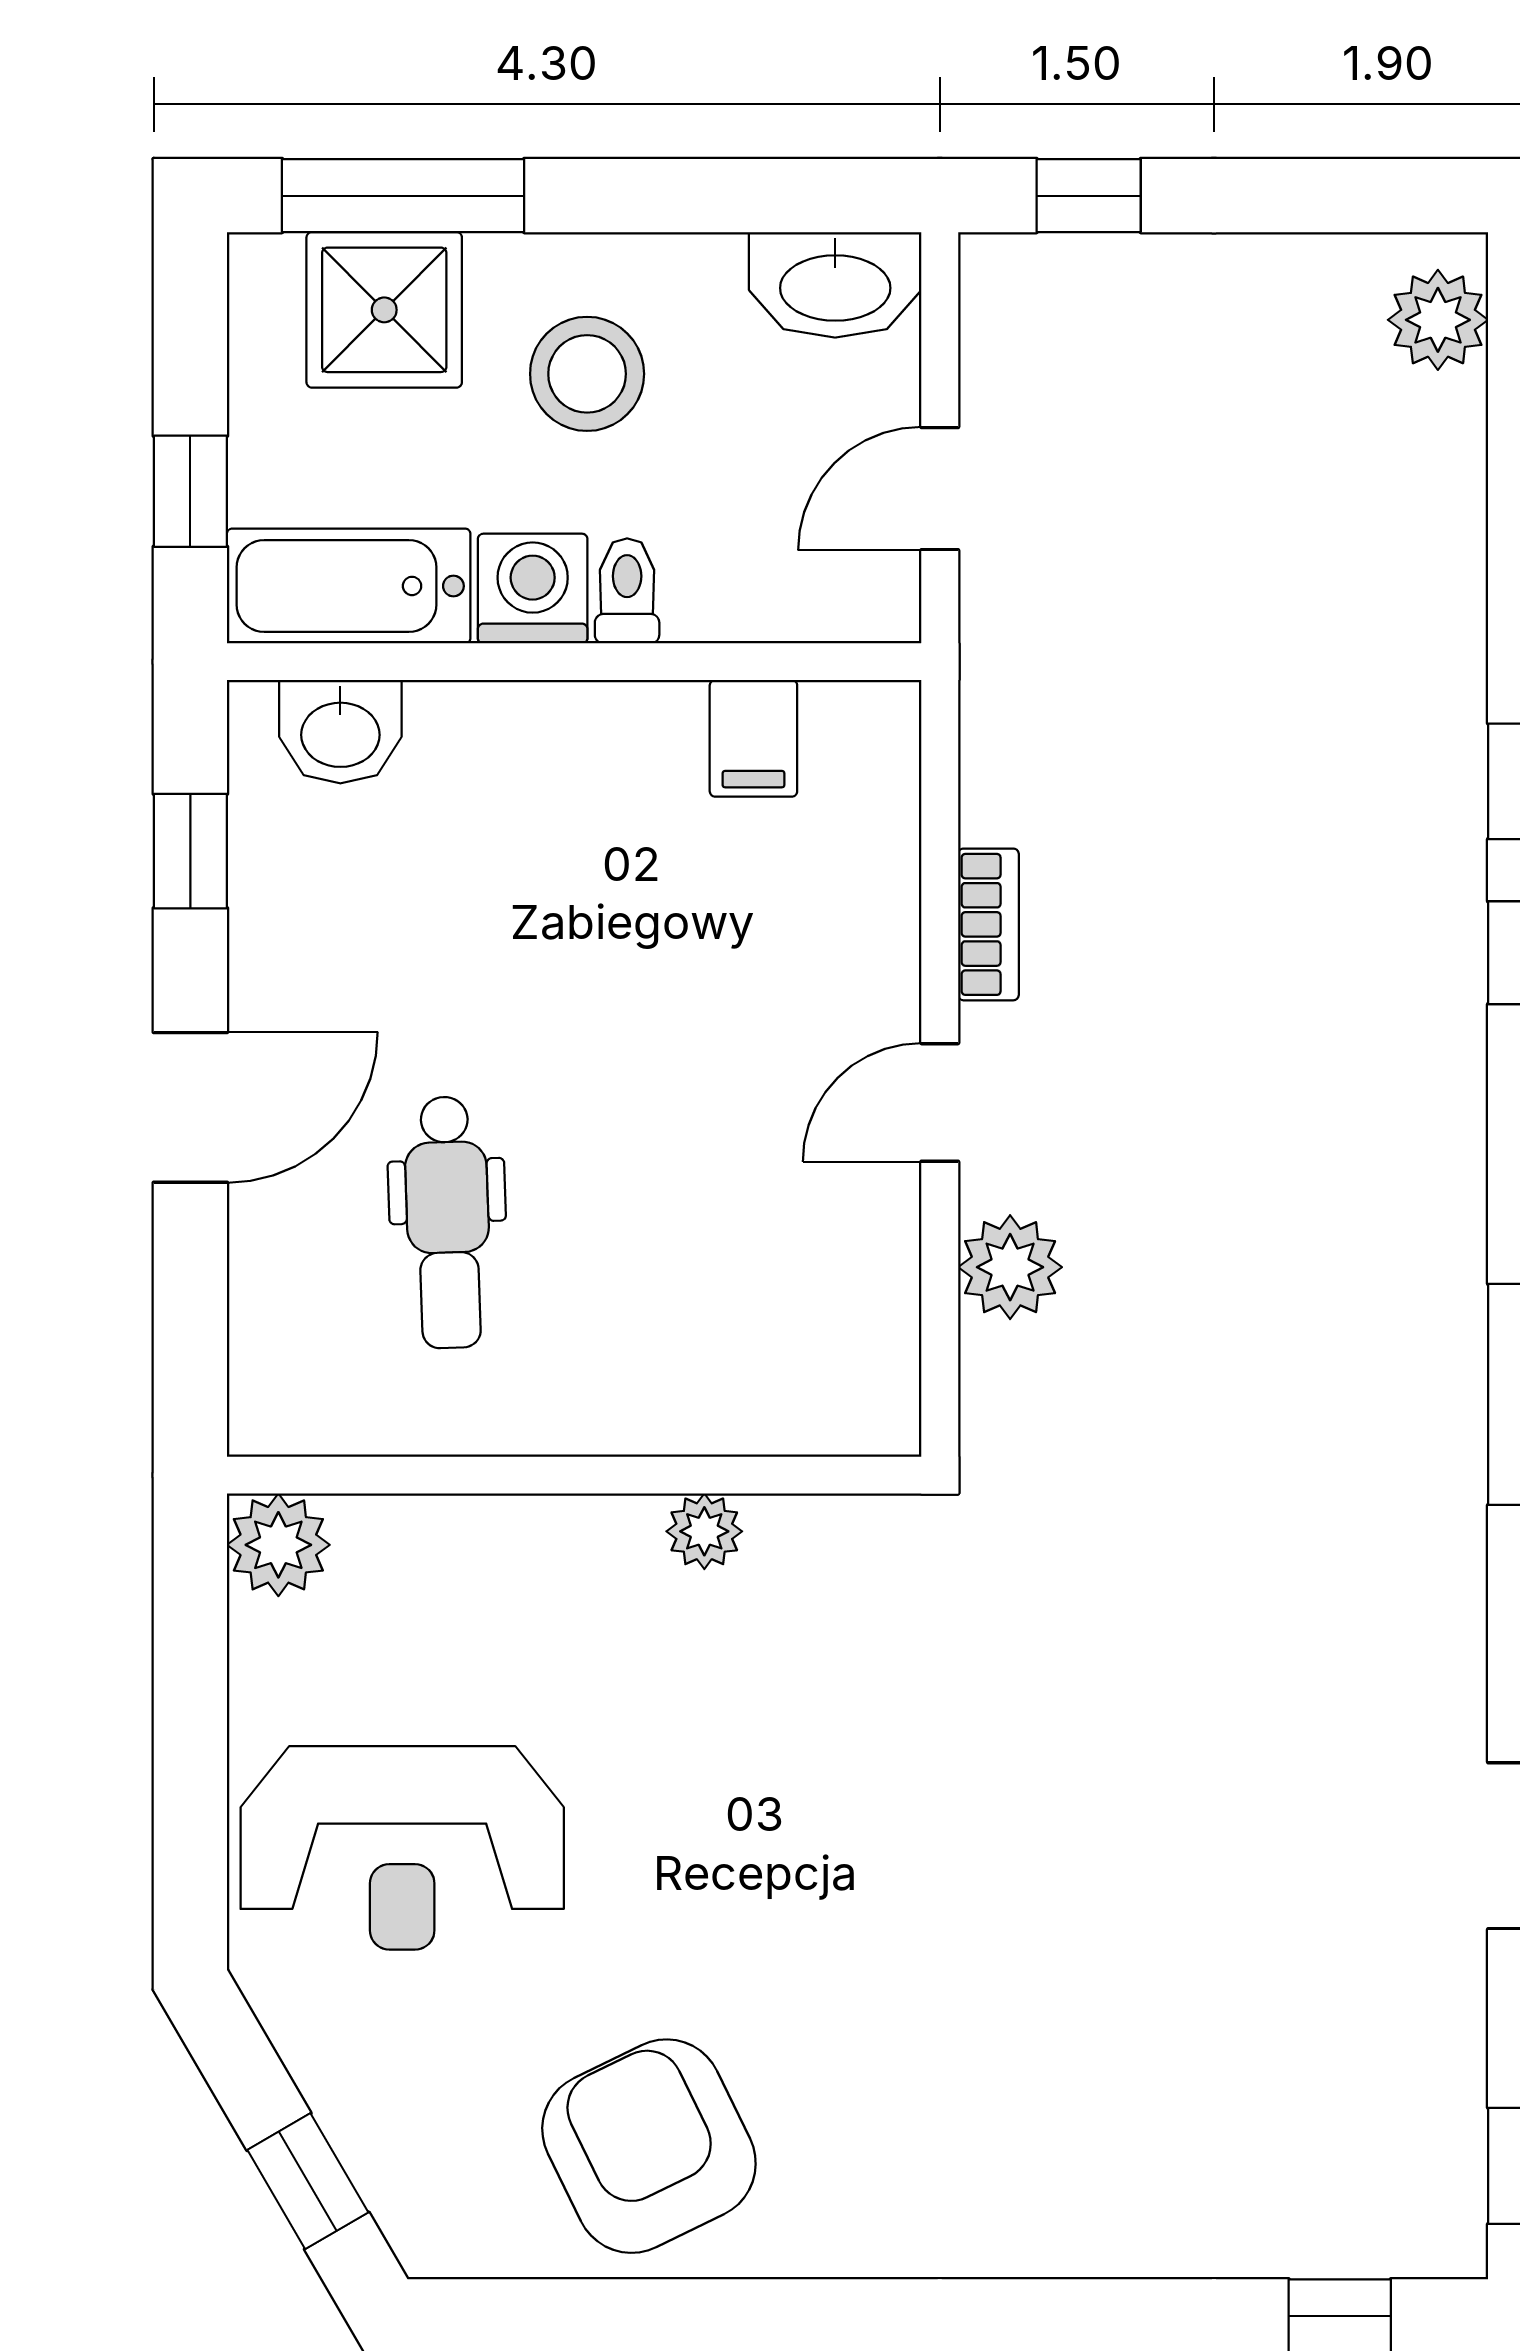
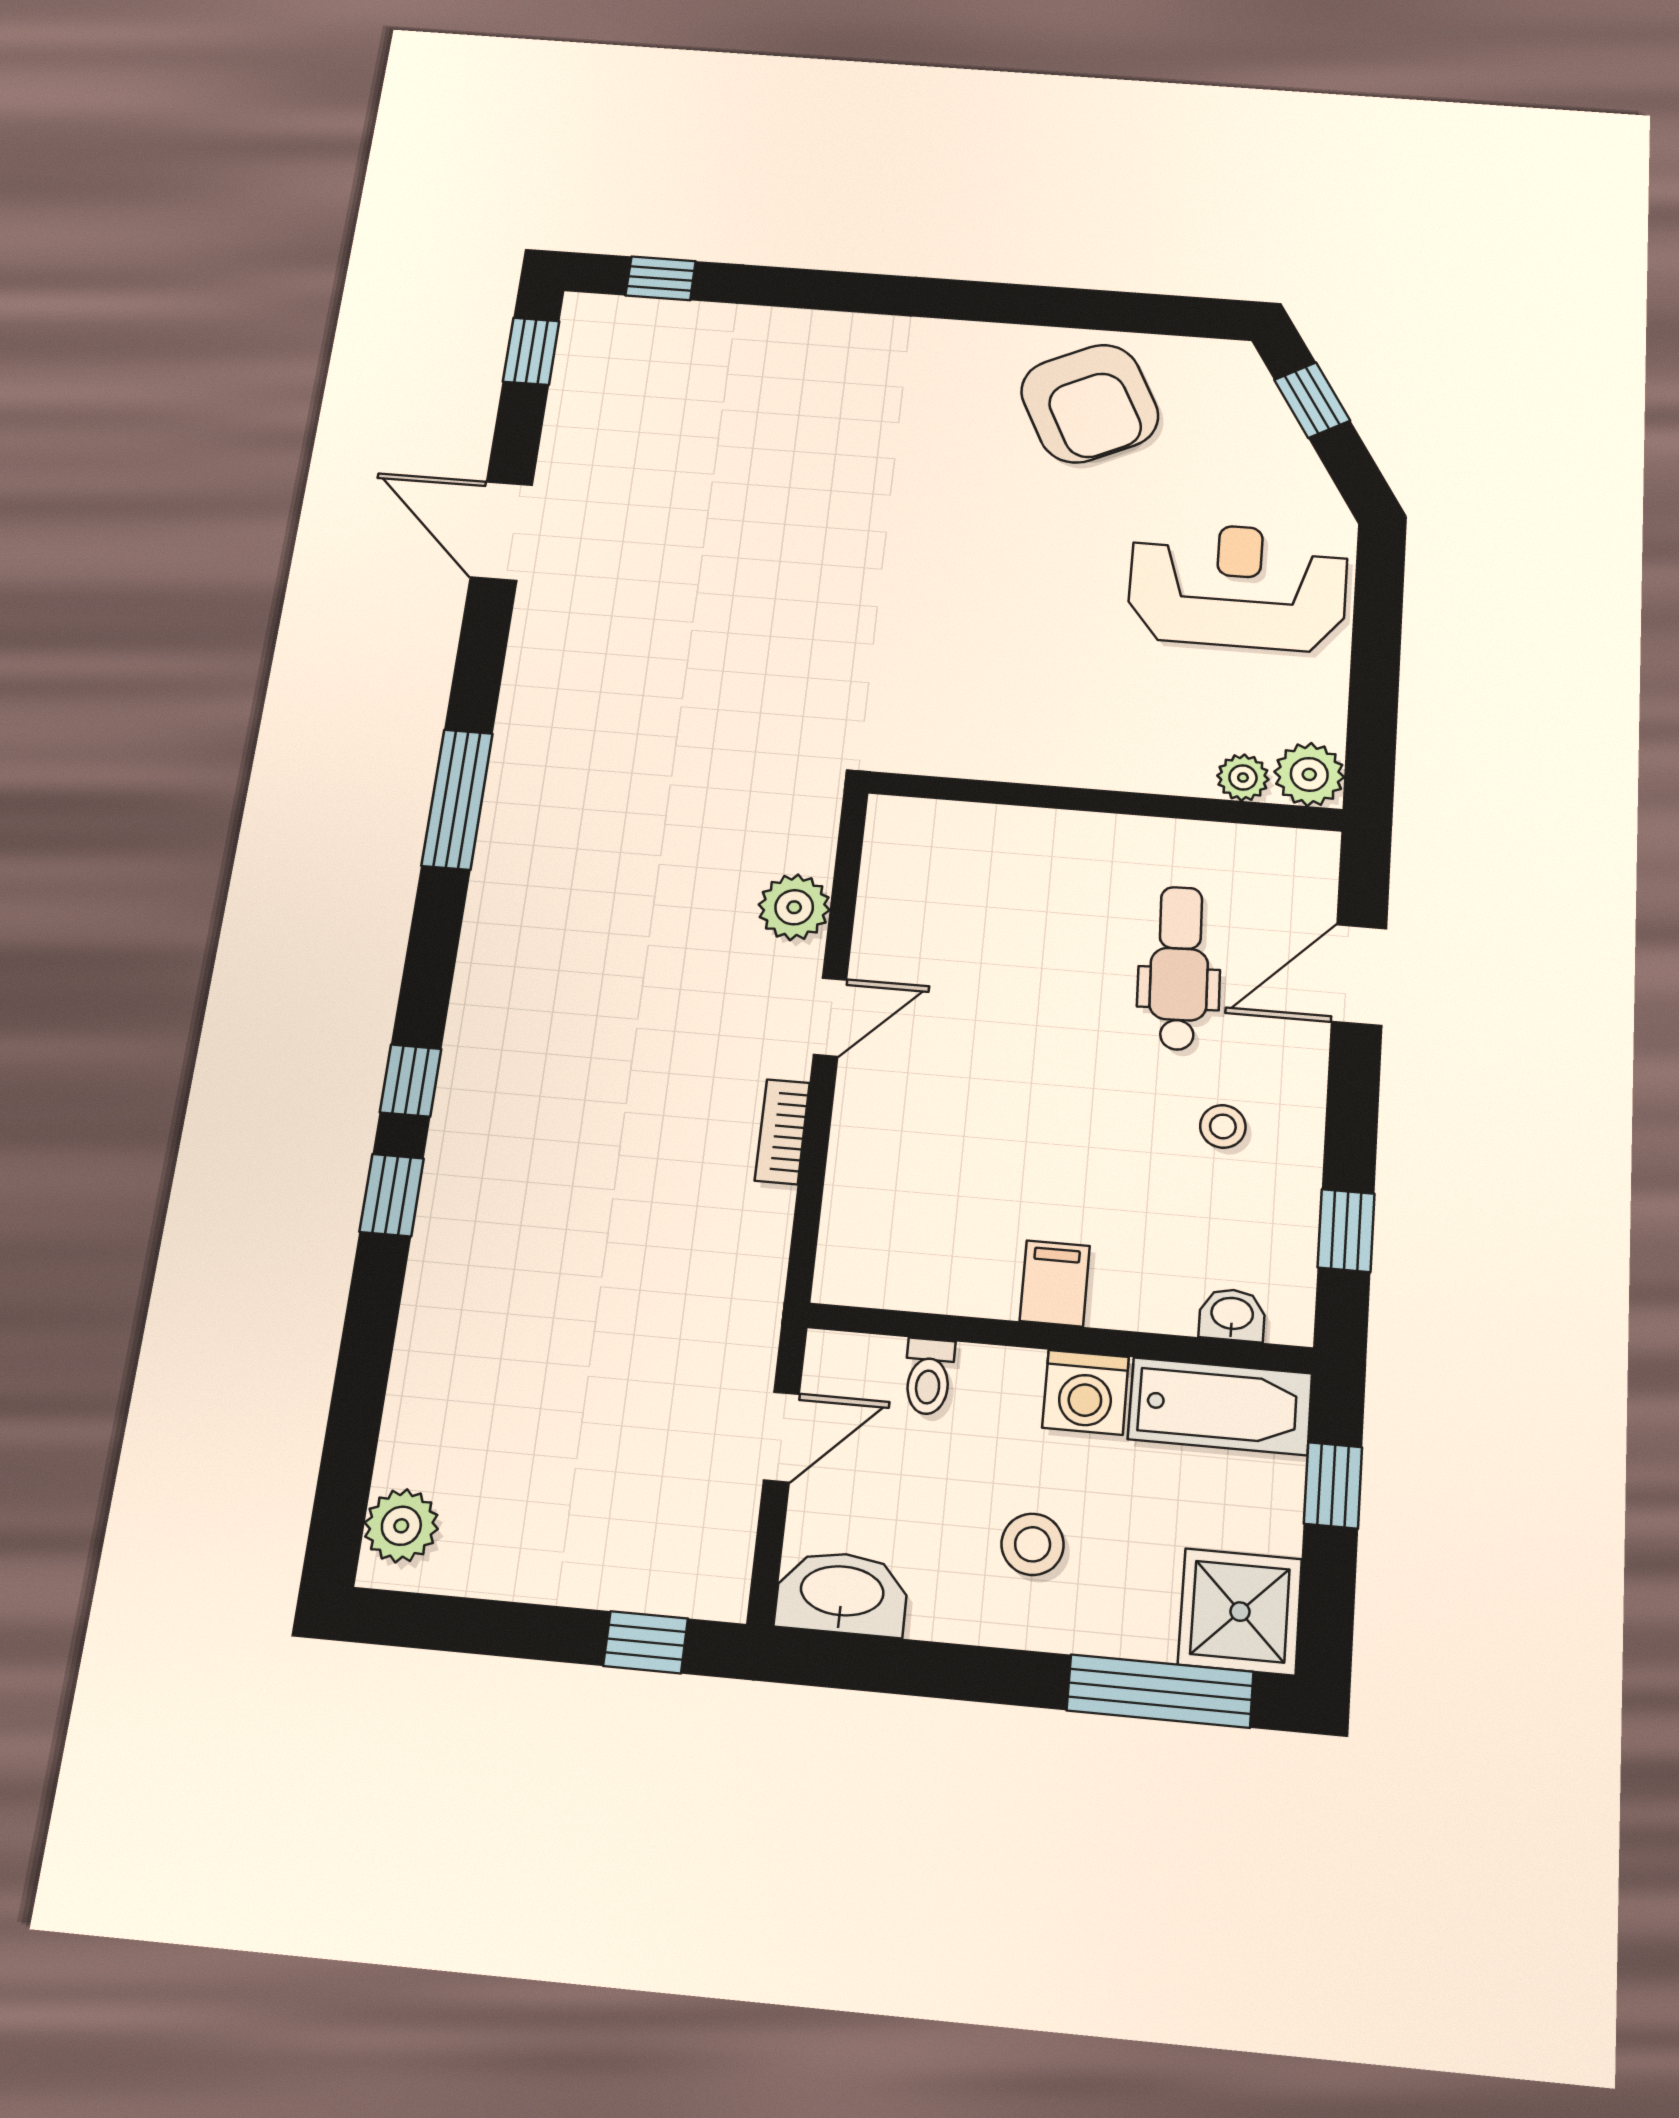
shower: (384, 310) -> (1240, 1612), moved
stool: (587, 374) -> (1033, 1544), width x0.73, depth x0.73
toilet: (627, 591) -> (929, 1376), moved
washbasin: (340, 732) -> (1232, 1315), width x0.72, depth x0.69
filing cabinet: (753, 738) -> (1055, 1283), moved
stool: (370, 988) -> (1223, 1126), added
door: (190, 1107) -> (1359, 975), moved
plant: (704, 1531) -> (1243, 778), moved

